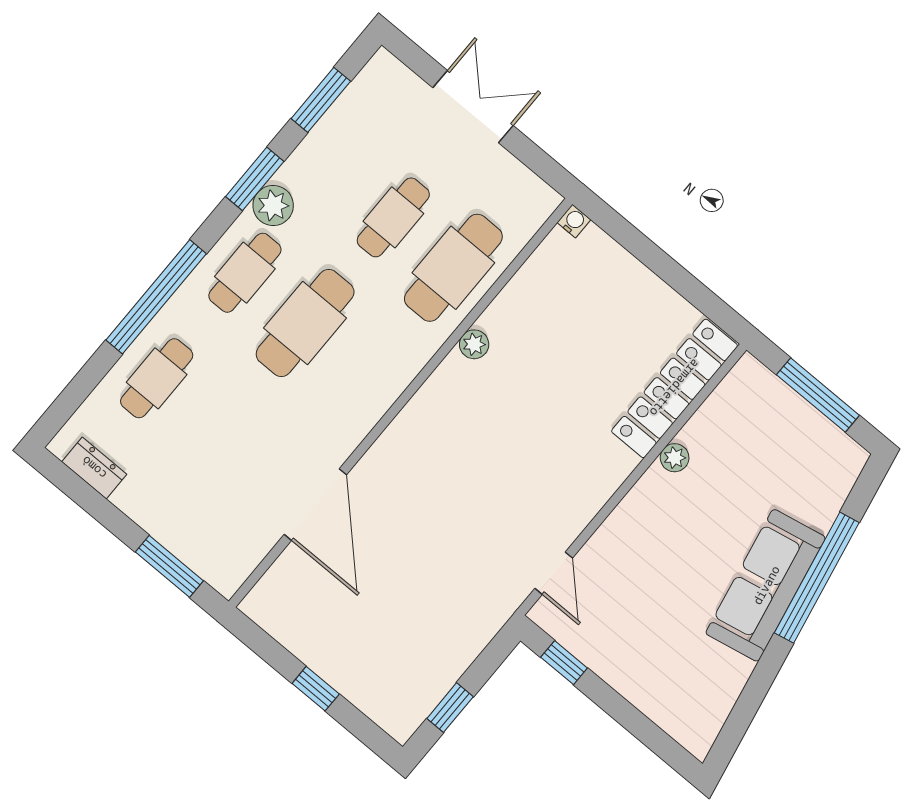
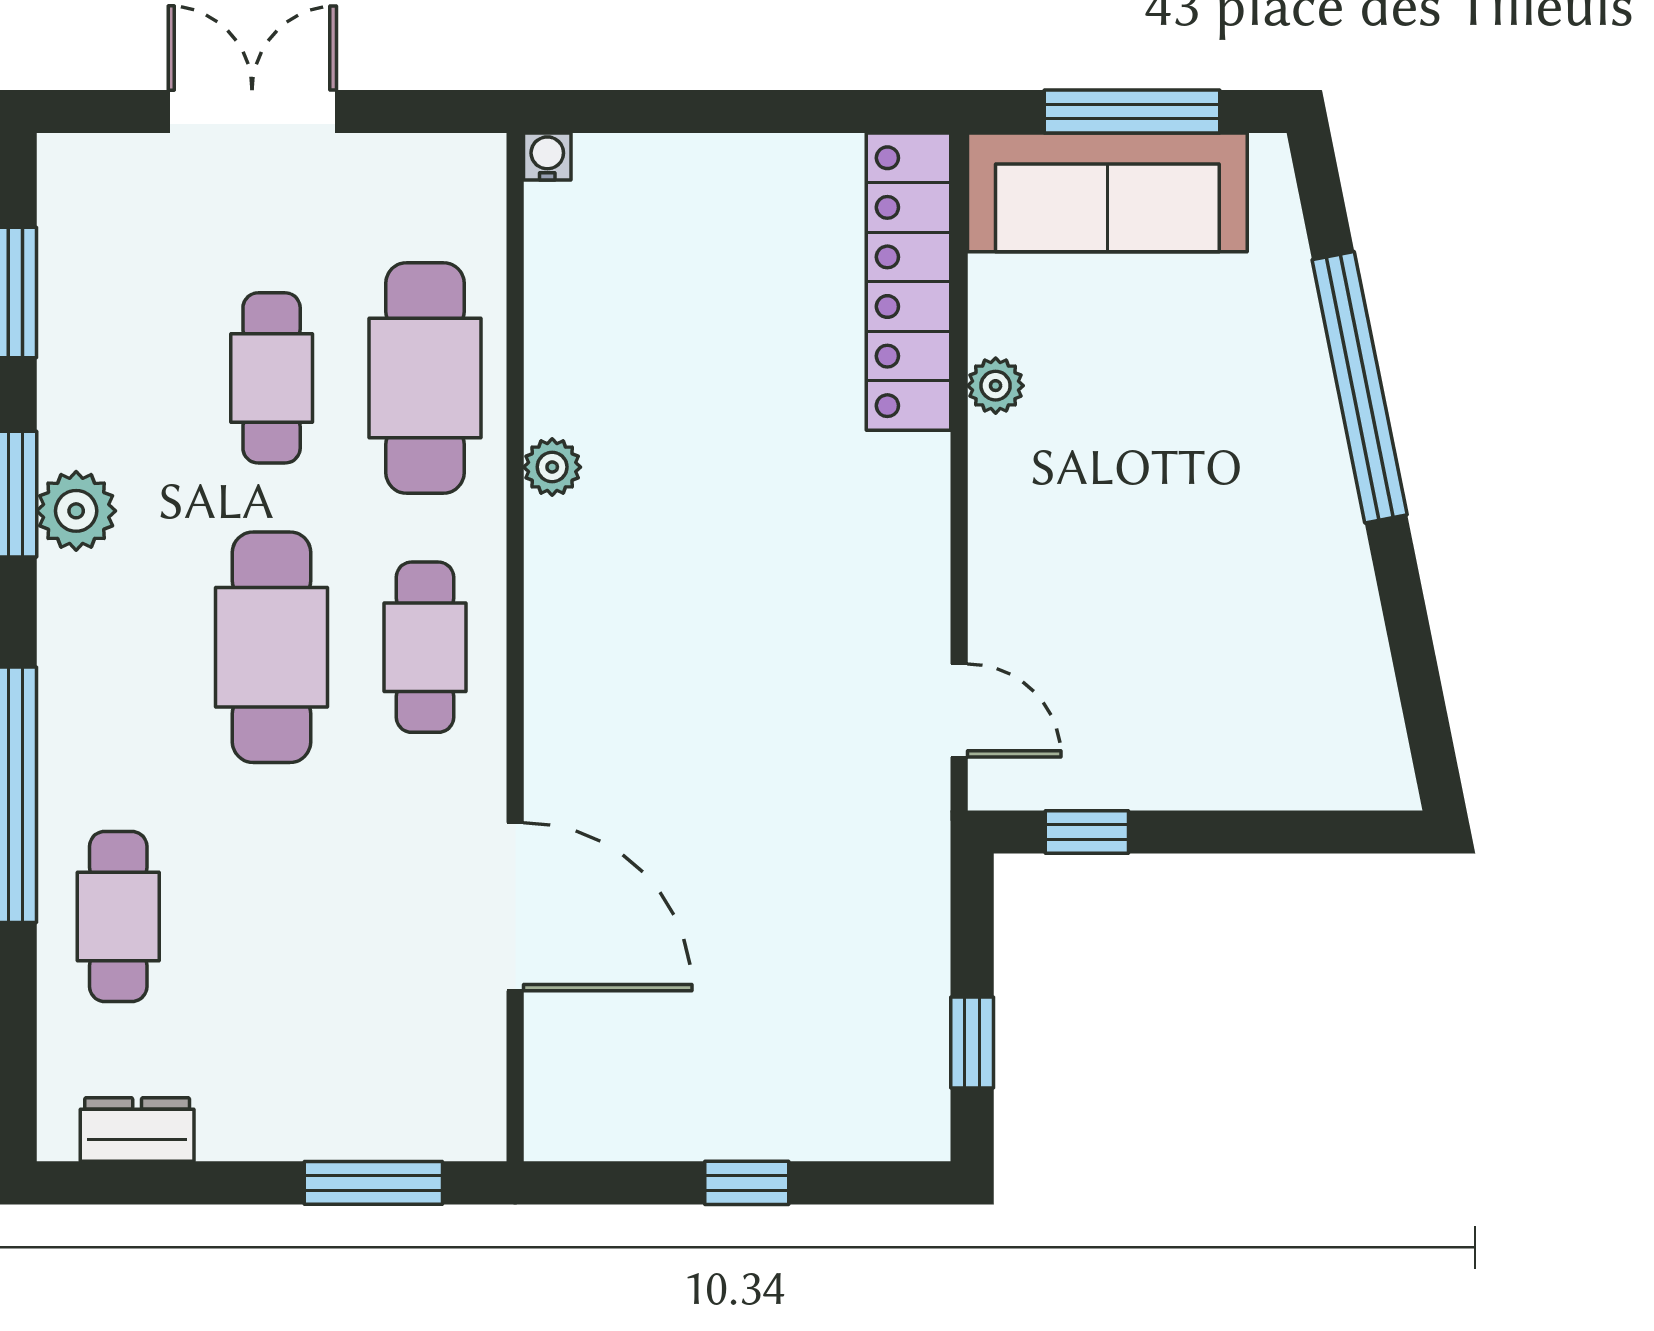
cafe table: (245, 273) -> (425, 647), moved
sofa: (766, 585) -> (1107, 192), moved, turned -79

